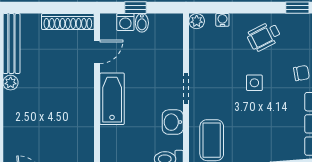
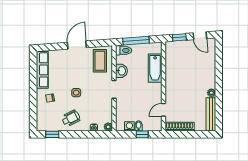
washing machine: (125, 22) -> (129, 126), moved
bathtub: (112, 99) -> (155, 68), moved

